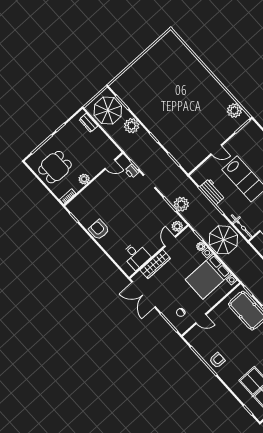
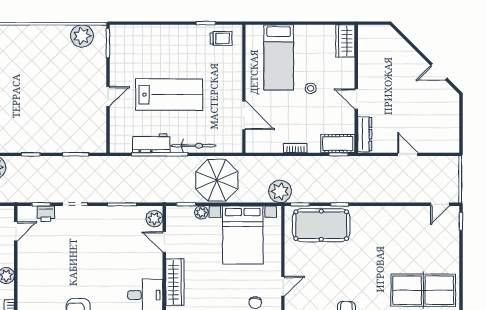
plant: (181, 204) -> (280, 191), moved
bicycle: (242, 226) -> (194, 146), moved

